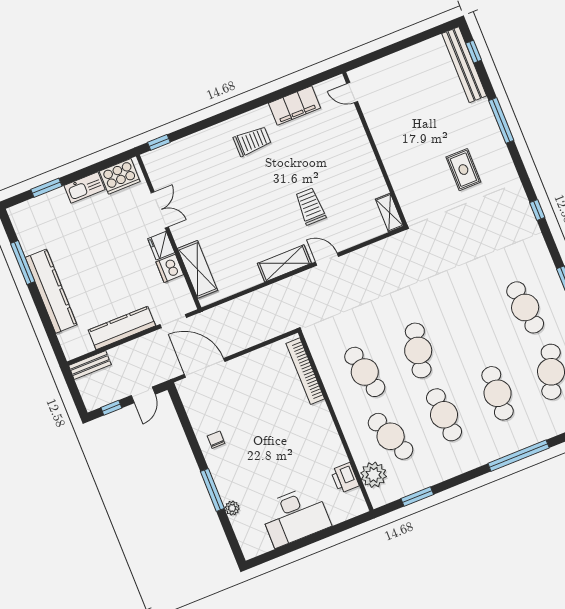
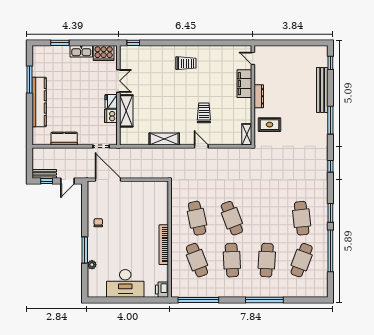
bench: (464, 65) -> (322, 90), moved
filing cabinet: (294, 106) -> (244, 84), moved, turned 90
window: (501, 120) -> (330, 120), moved
dresser: (384, 147) -> (259, 96), added
rug: (463, 170) -> (270, 125), moved, turned 90
shelving: (284, 263) -> (164, 139), moved
shelving: (198, 269) -> (126, 111), moved
kitchen counter: (122, 328) -> (64, 139), width x0.67
cafe table: (418, 350) -> (232, 218), turned -33
bench: (90, 365) -> (44, 174), moved
bookcase: (305, 371) -> (164, 245), moved
plant: (374, 475) -> (179, 278), removed
printer: (345, 478) -> (162, 290), moved
window: (417, 496) -> (198, 300), width x2.11

